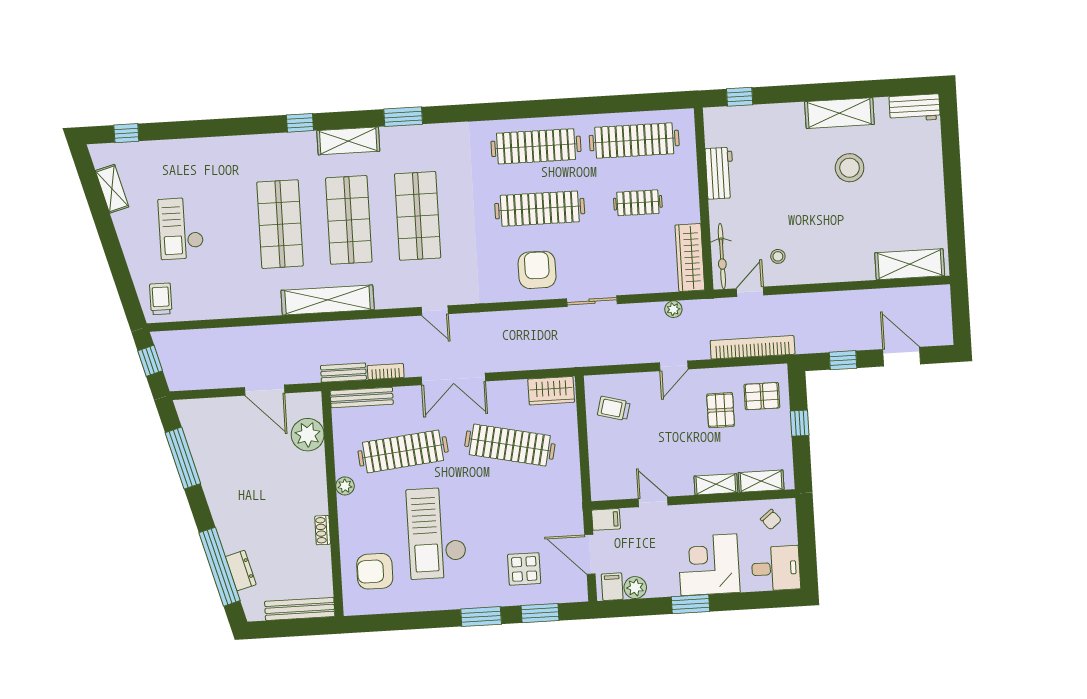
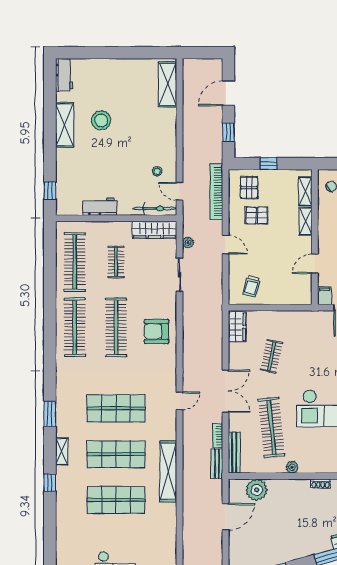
shelving: (348, 141) -> (62, 451), width x0.67, depth x0.75
sliding door: (592, 301) -> (179, 275), moved
clothes rail: (510, 445) -> (272, 356), width x0.54, depth x0.76

